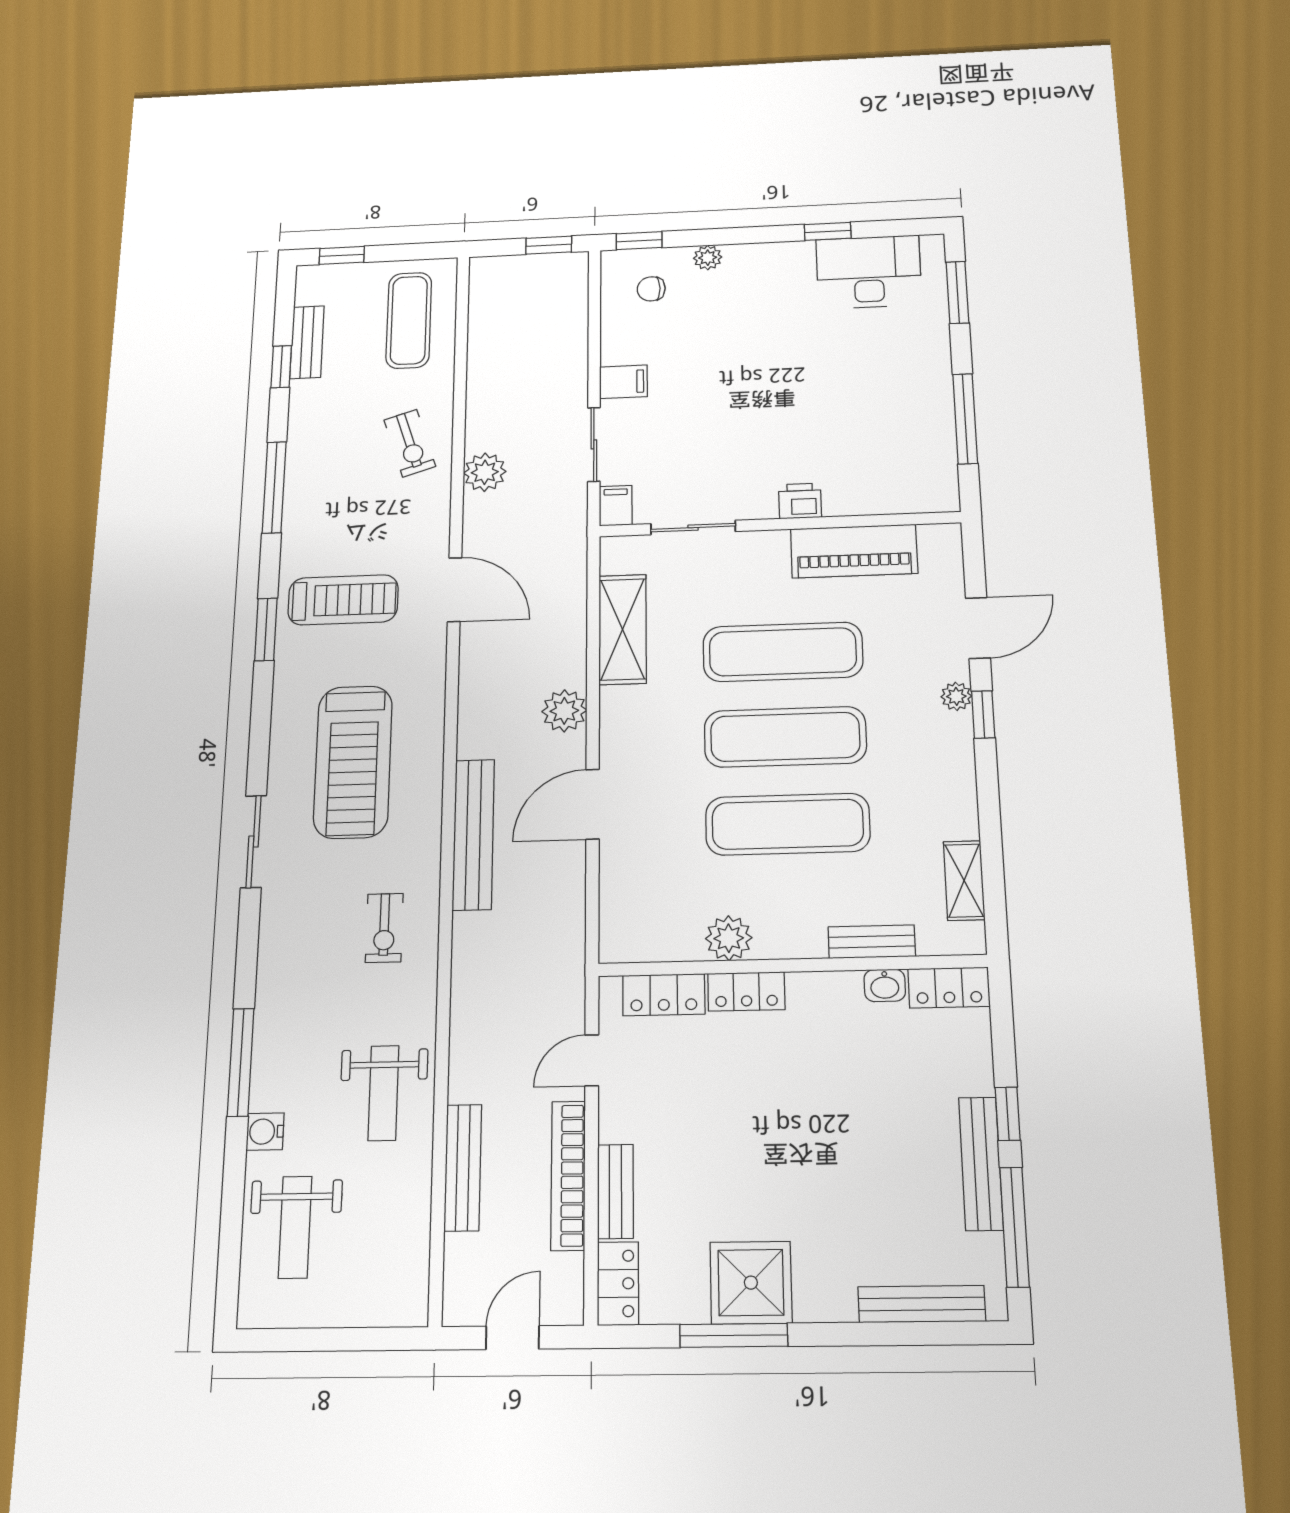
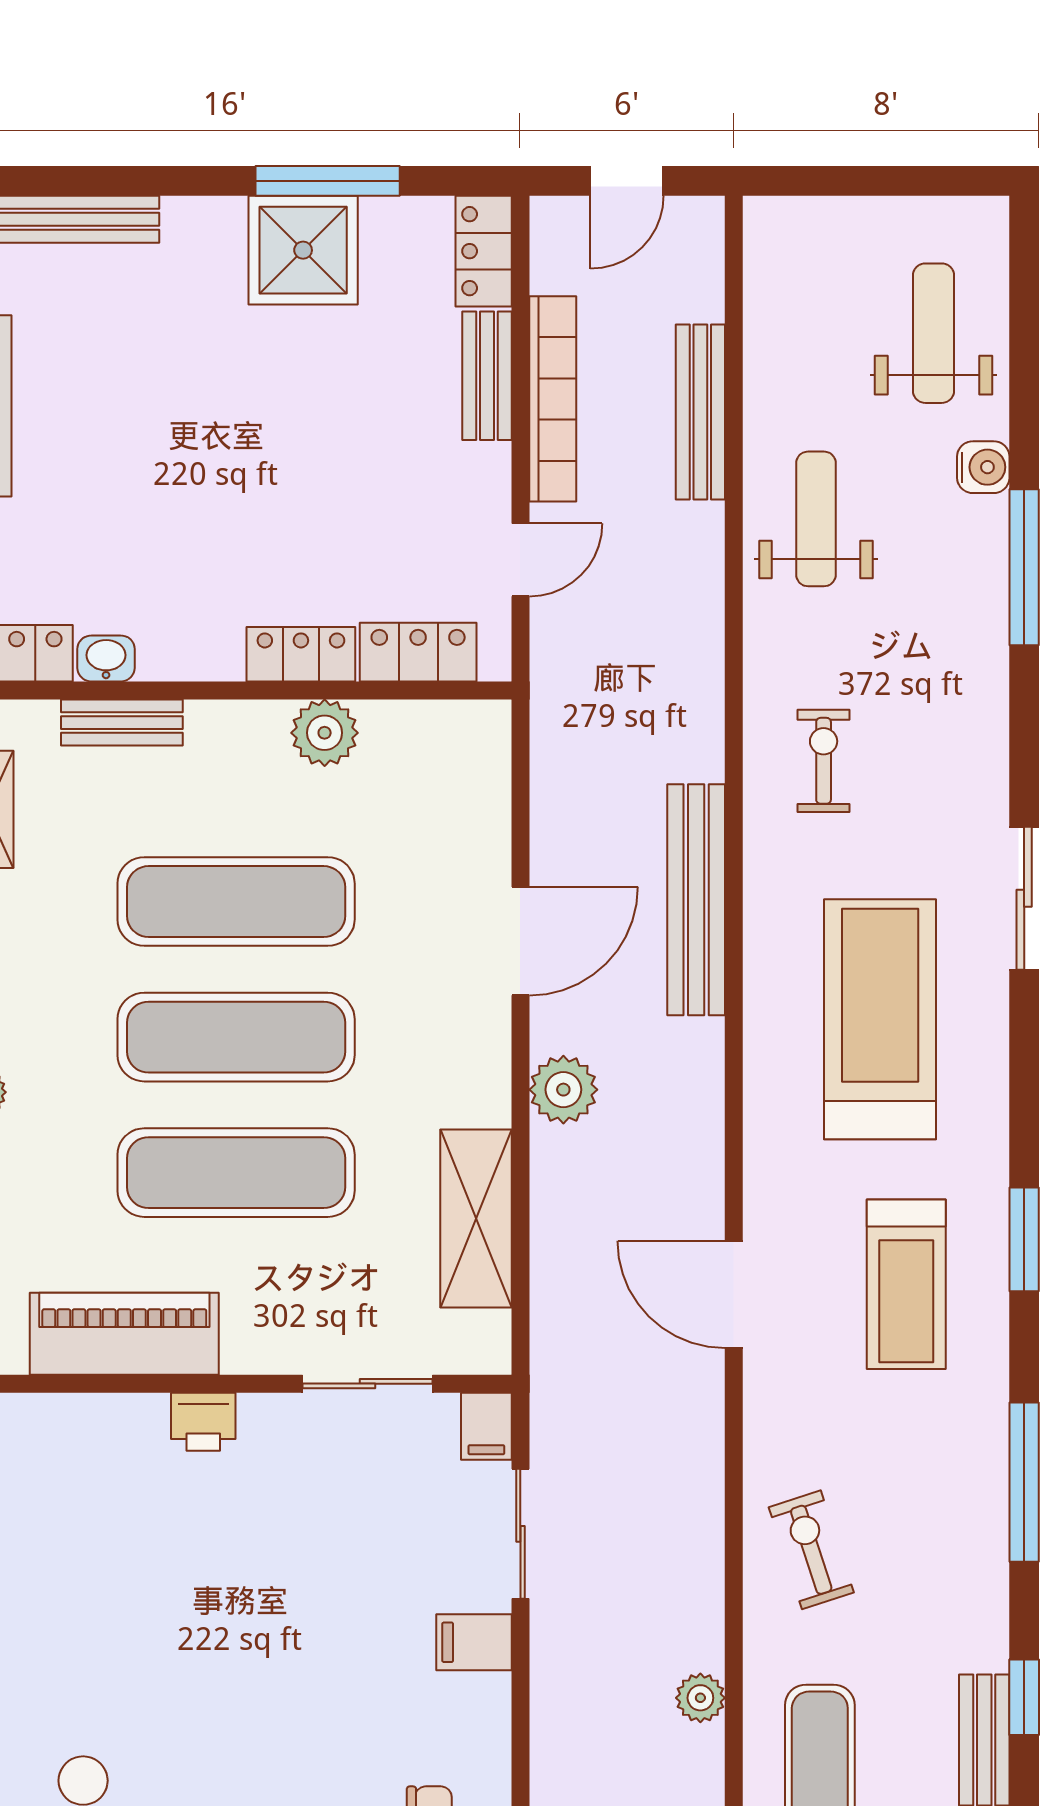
plant: (485, 472) -> (700, 1698), moved, width x0.73, depth x0.73
treadmill: (343, 600) -> (906, 1284), turned -90

